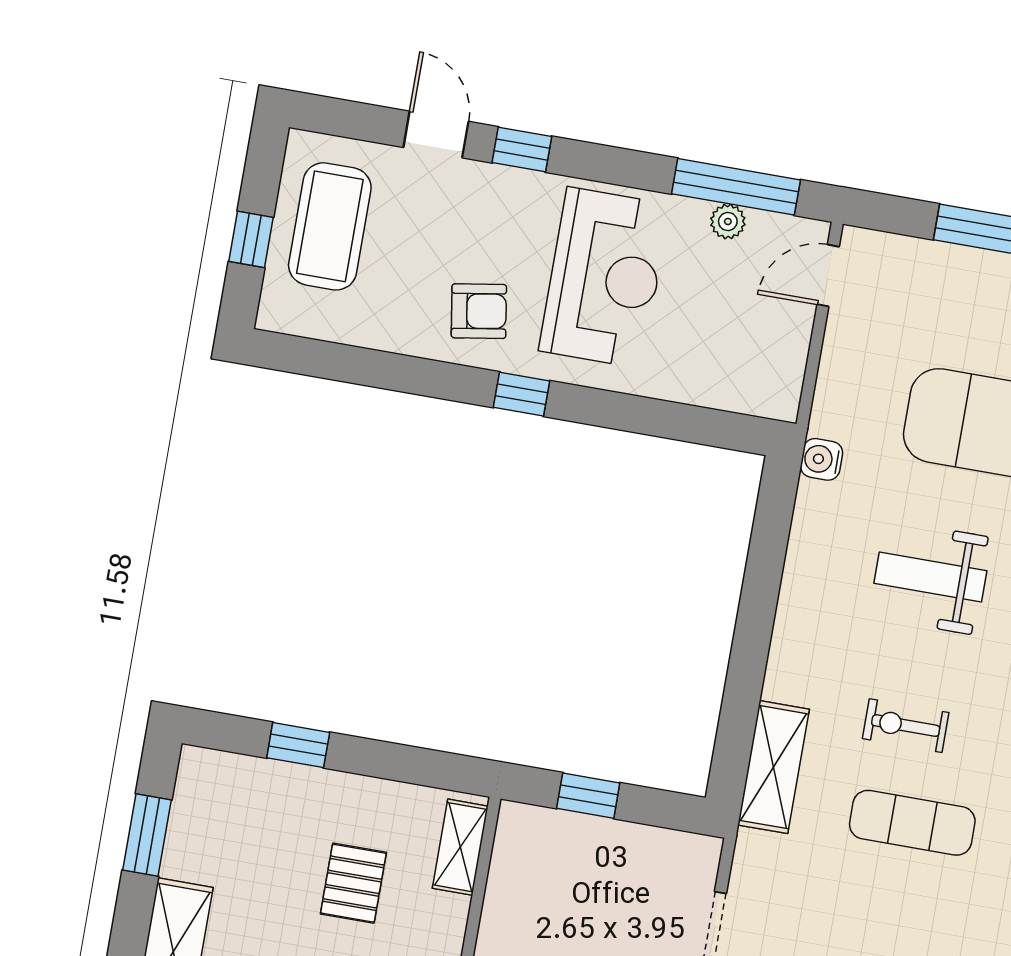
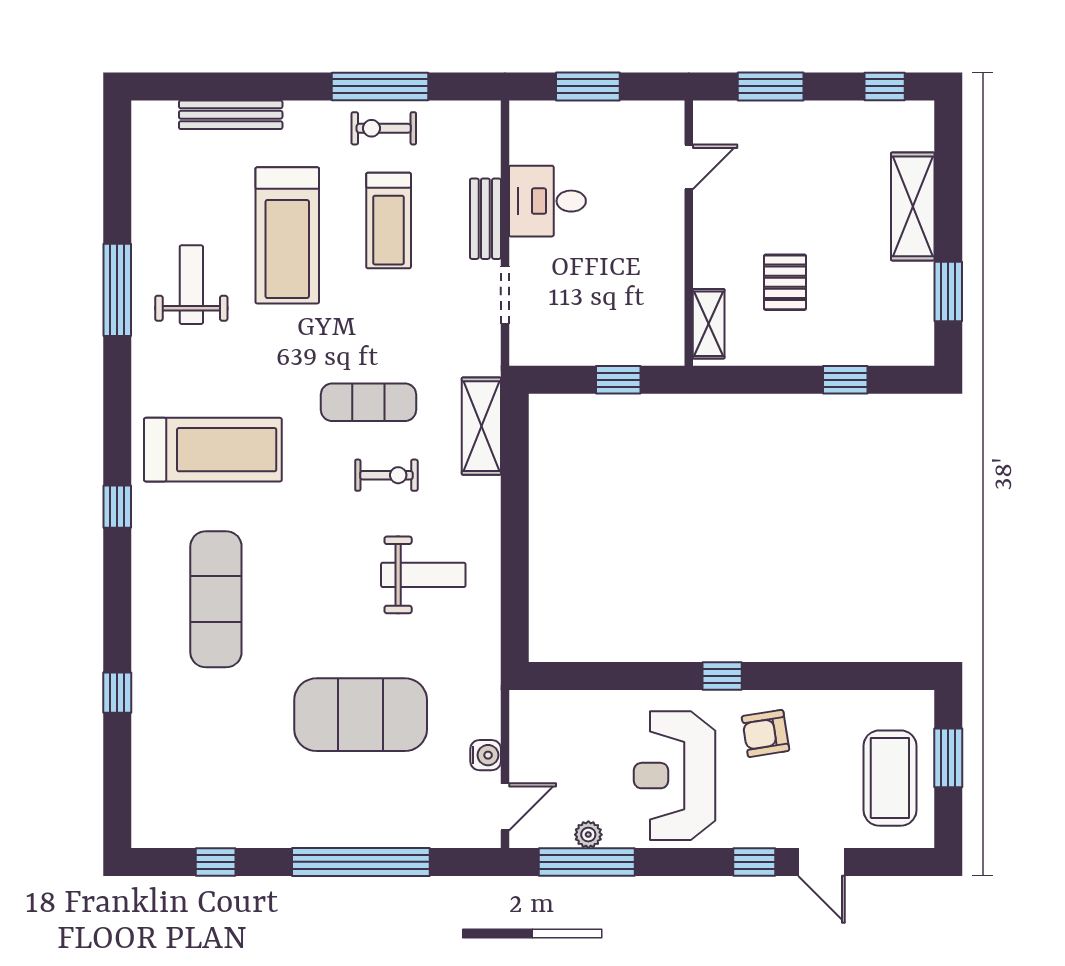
window: (251, 239) -> (948, 758), width x1.50
water cooler: (822, 459) -> (486, 755), moved
weight bench: (930, 577) -> (423, 575), moved

